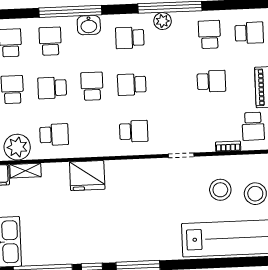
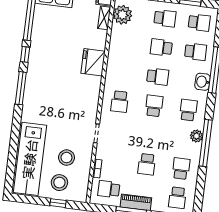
school desk: (209, 34) -> (181, 169), turned -90
school desk: (52, 88) -> (161, 47), turned -90
school desk: (54, 135) -> (127, 43), removed

